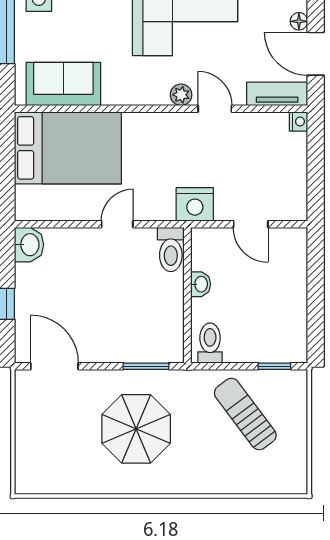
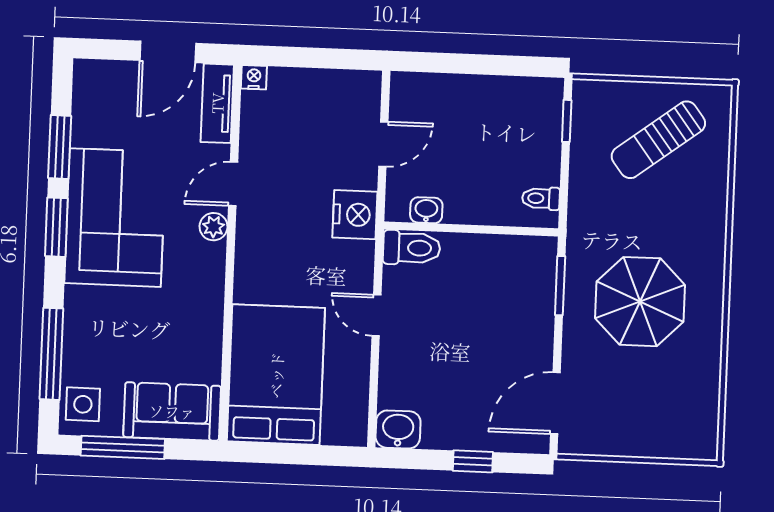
floor lamp: (299, 21) -> (125, 72), removed
sofa: (63, 84) -> (172, 411), moved, turned 90
washbasin: (201, 284) -> (426, 210), moved
toilet: (210, 343) -> (541, 198), width x0.73, depth x0.72
sun lounger: (245, 414) -> (658, 140), moved

